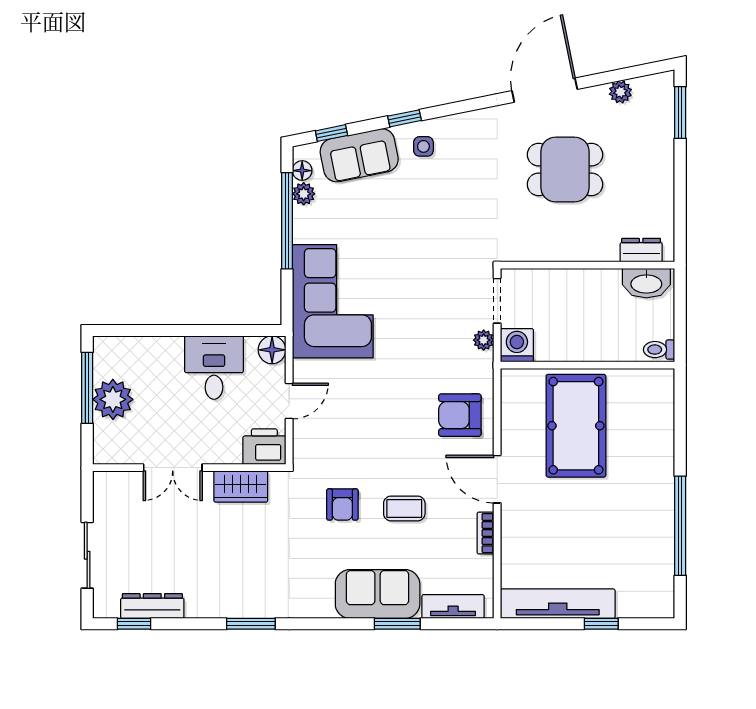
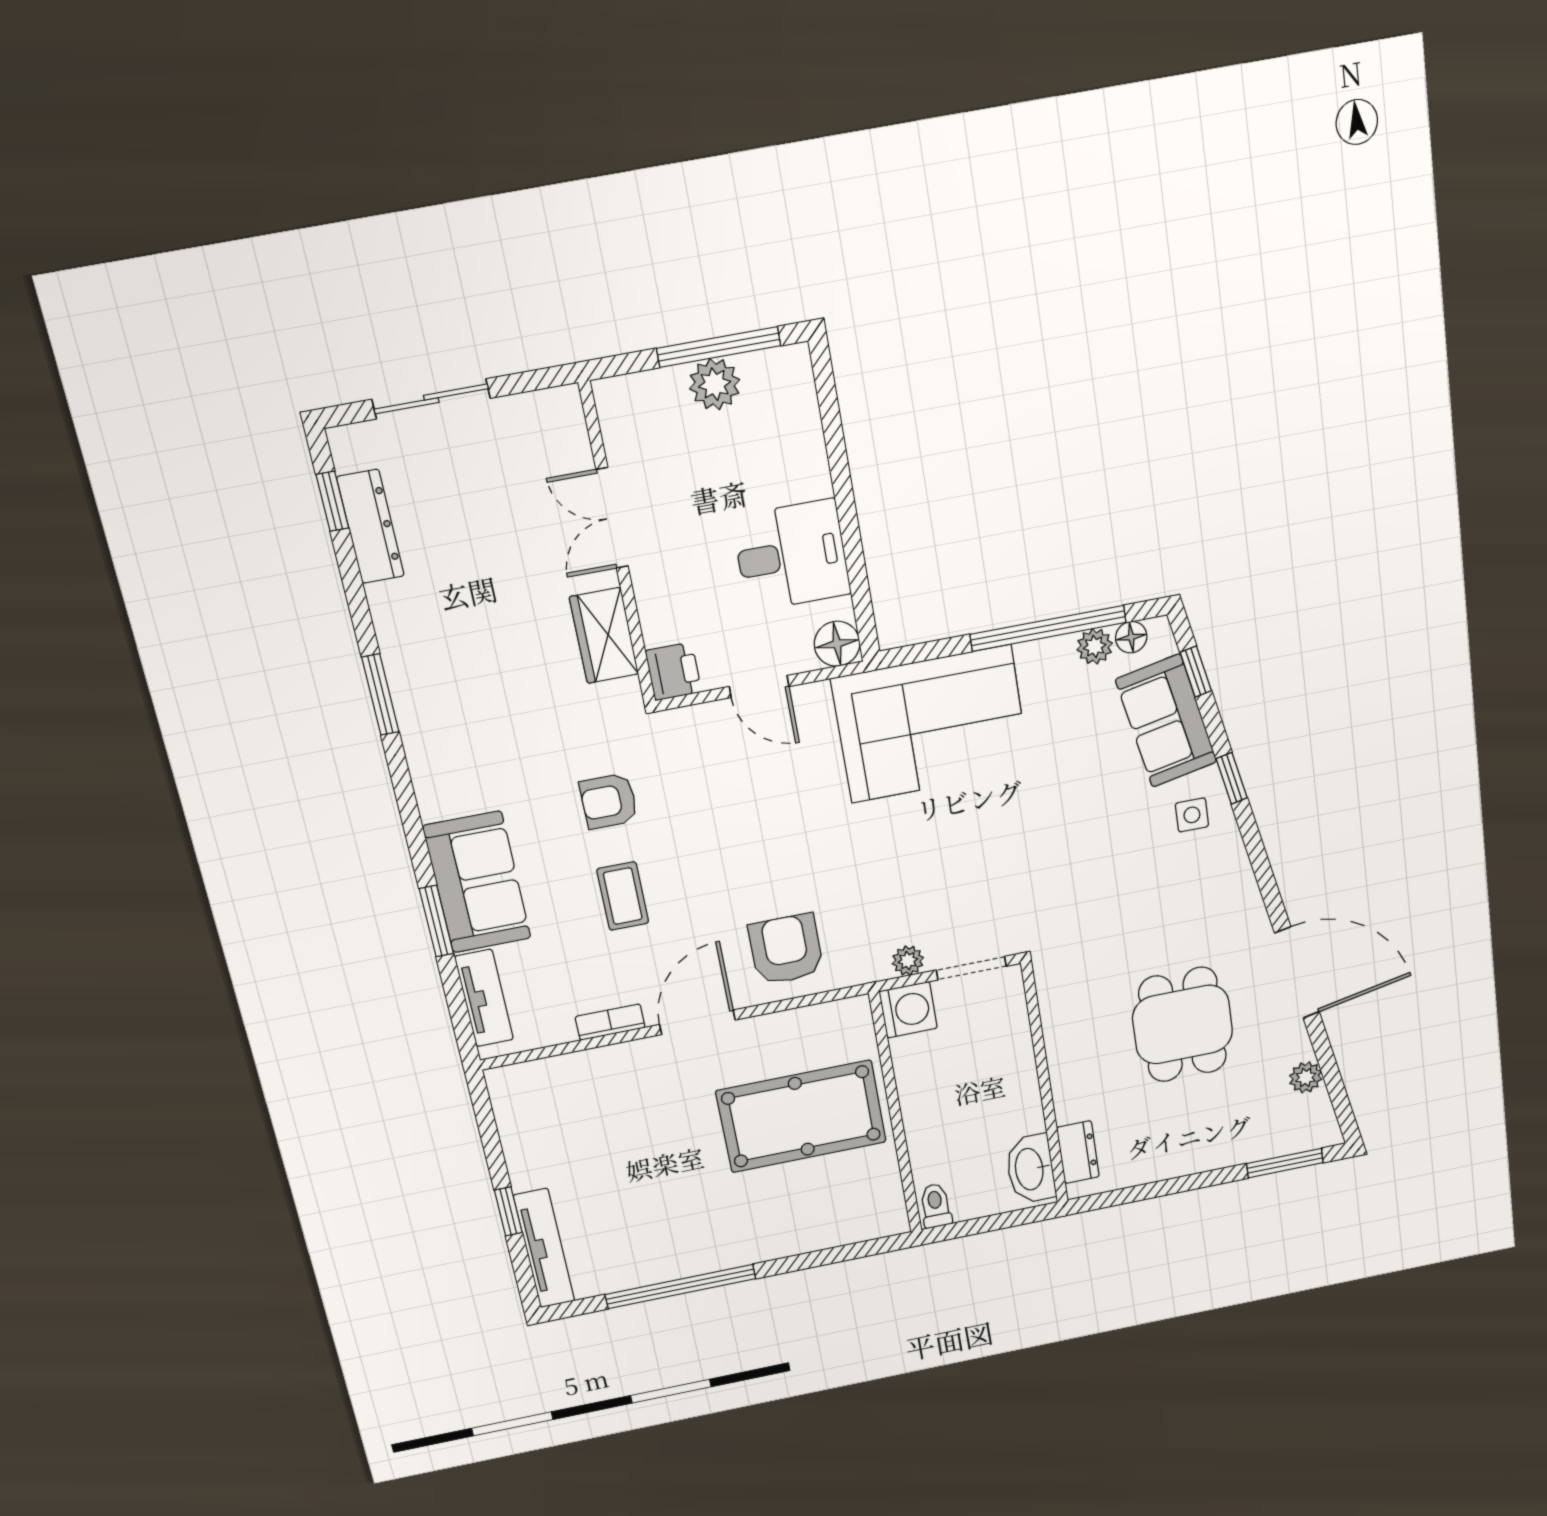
plant: (113, 399) -> (715, 384), width x0.73, depth x0.73
printer: (264, 447) -> (673, 671), width x0.73, depth x0.81
tv unit: (558, 604) -> (544, 1248), moved, width x0.73, depth x0.78

